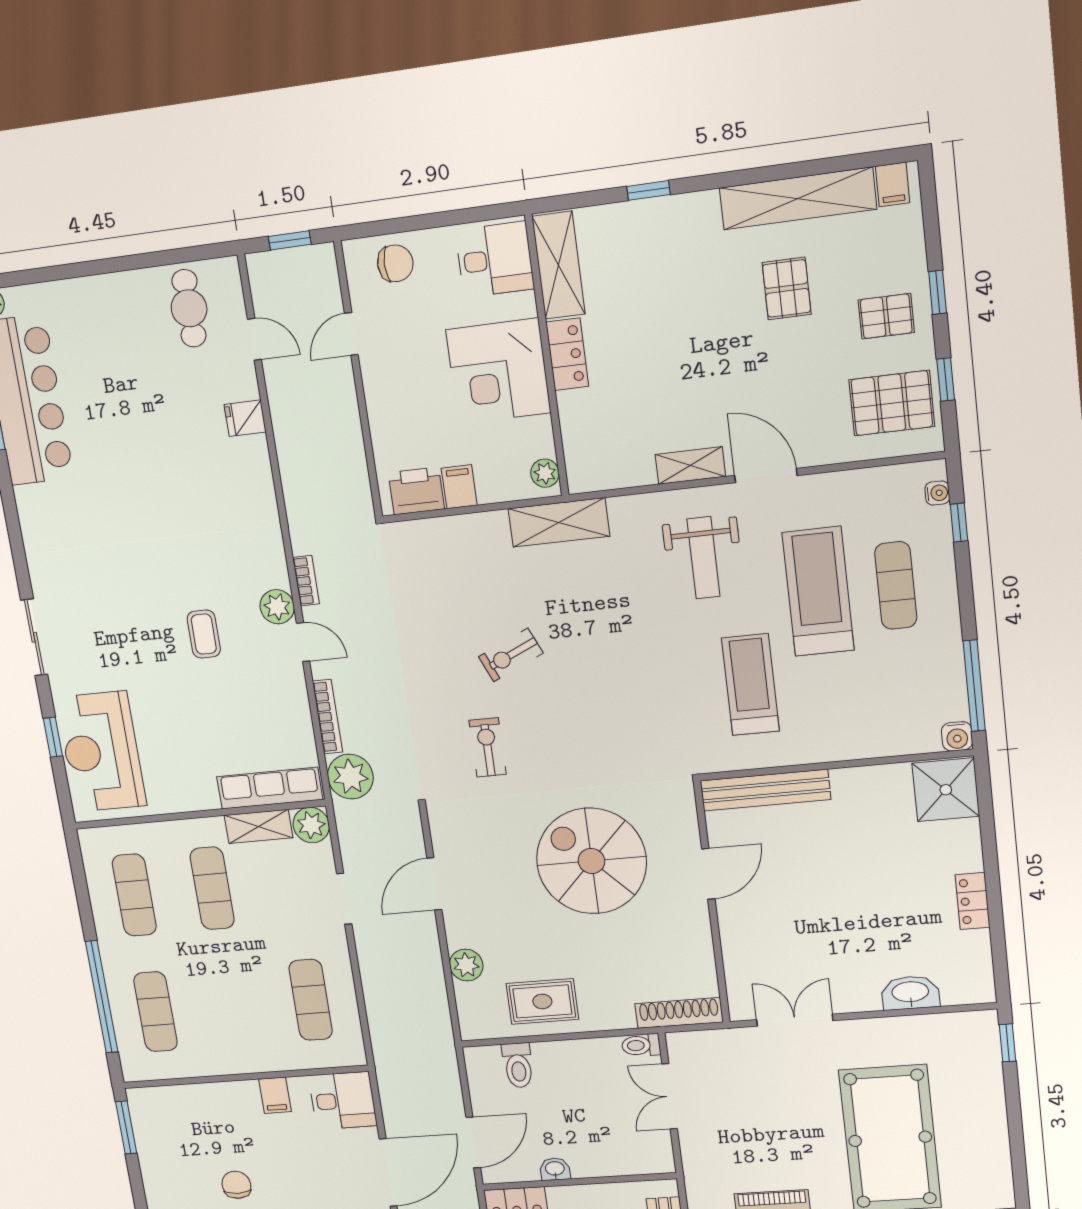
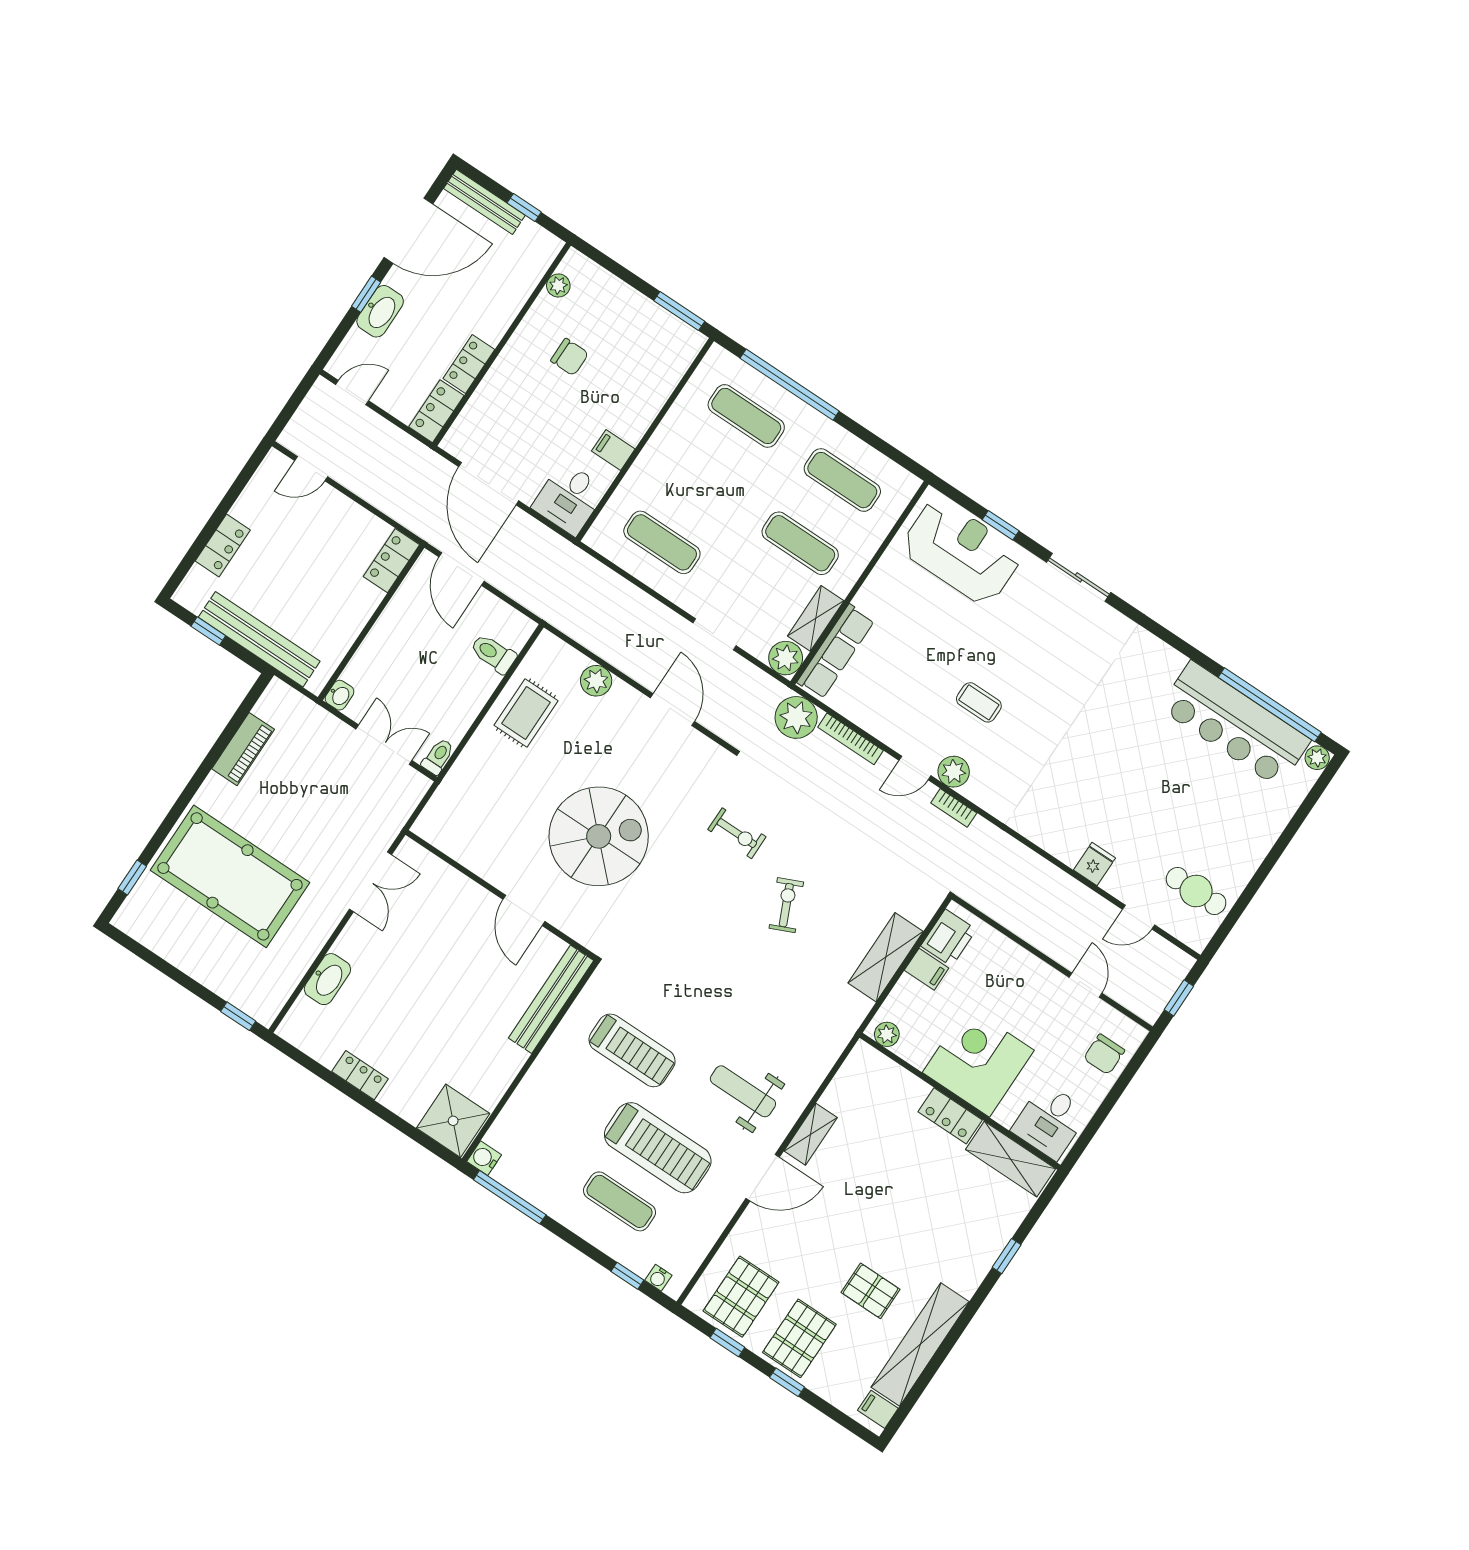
pallet: (886, 316) -> (799, 1338), width x1.50, depth x1.42
shelving: (559, 522) -> (886, 957), moved
shoe rack: (679, 1013) -> (440, 804), removed
washbasin: (555, 1169) -> (339, 695), moved

